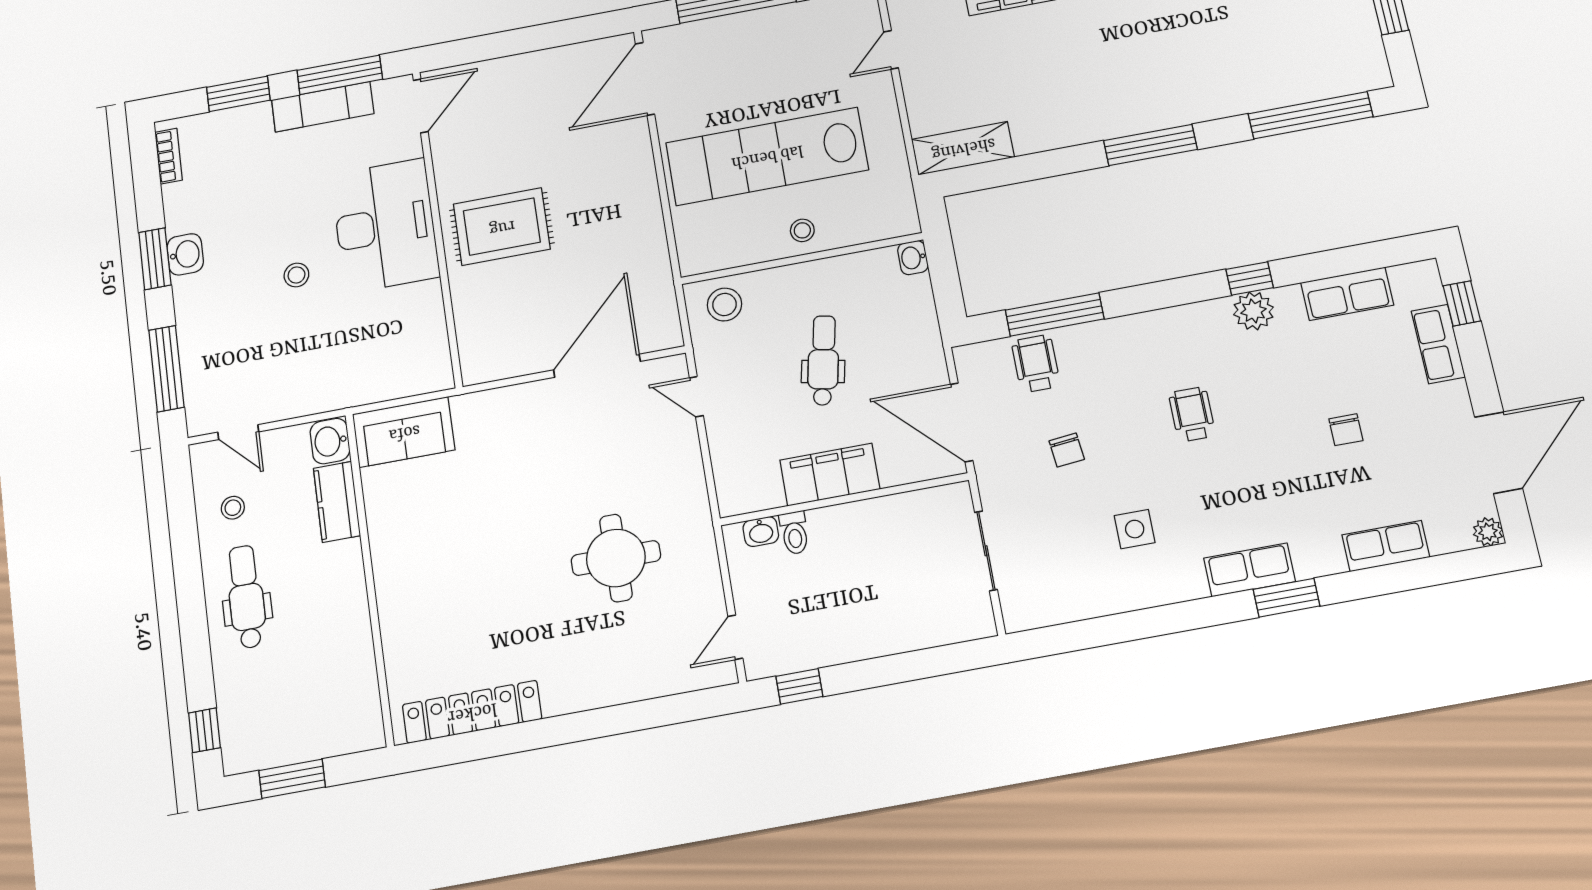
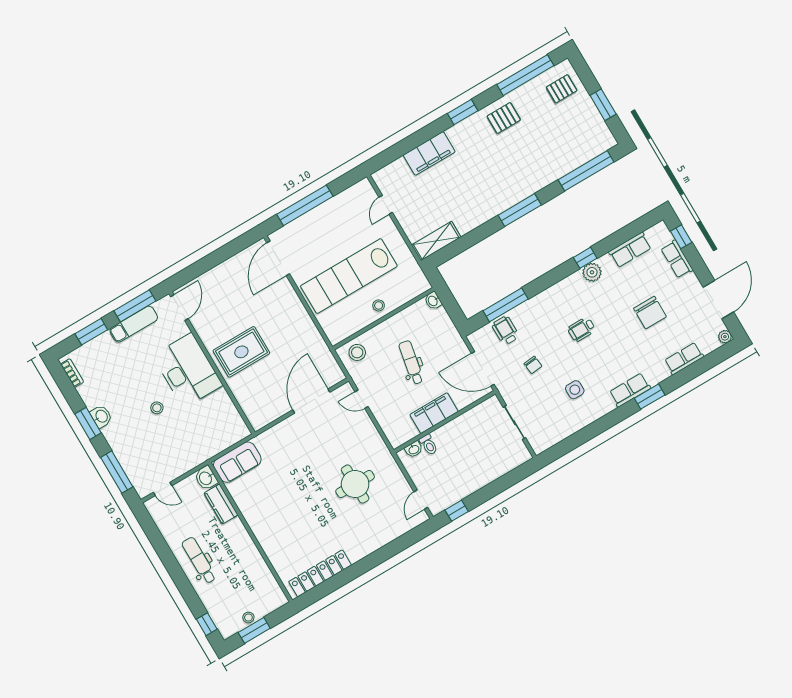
wheelchair: (1192, 414) -> (582, 329), turned -90
chair: (1346, 430) -> (650, 313), width x1.87, depth x1.87
stool: (233, 508) -> (248, 617), moved

